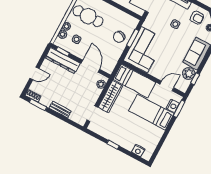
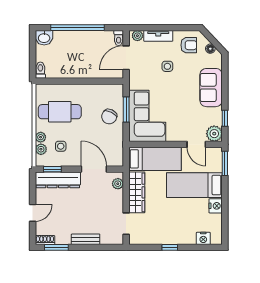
plant: (189, 73) -> (214, 134), moved
door: (167, 86) -> (196, 144), swing flipped
nightstand: (173, 106) -> (216, 206), moved

